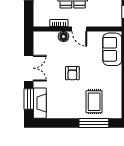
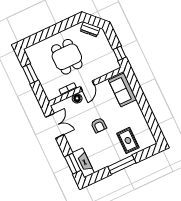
door: (79, 29) -> (87, 86), hinge flipped
double door: (29, 68) -> (55, 126), moved
window: (94, 123) -> (122, 165), moved

